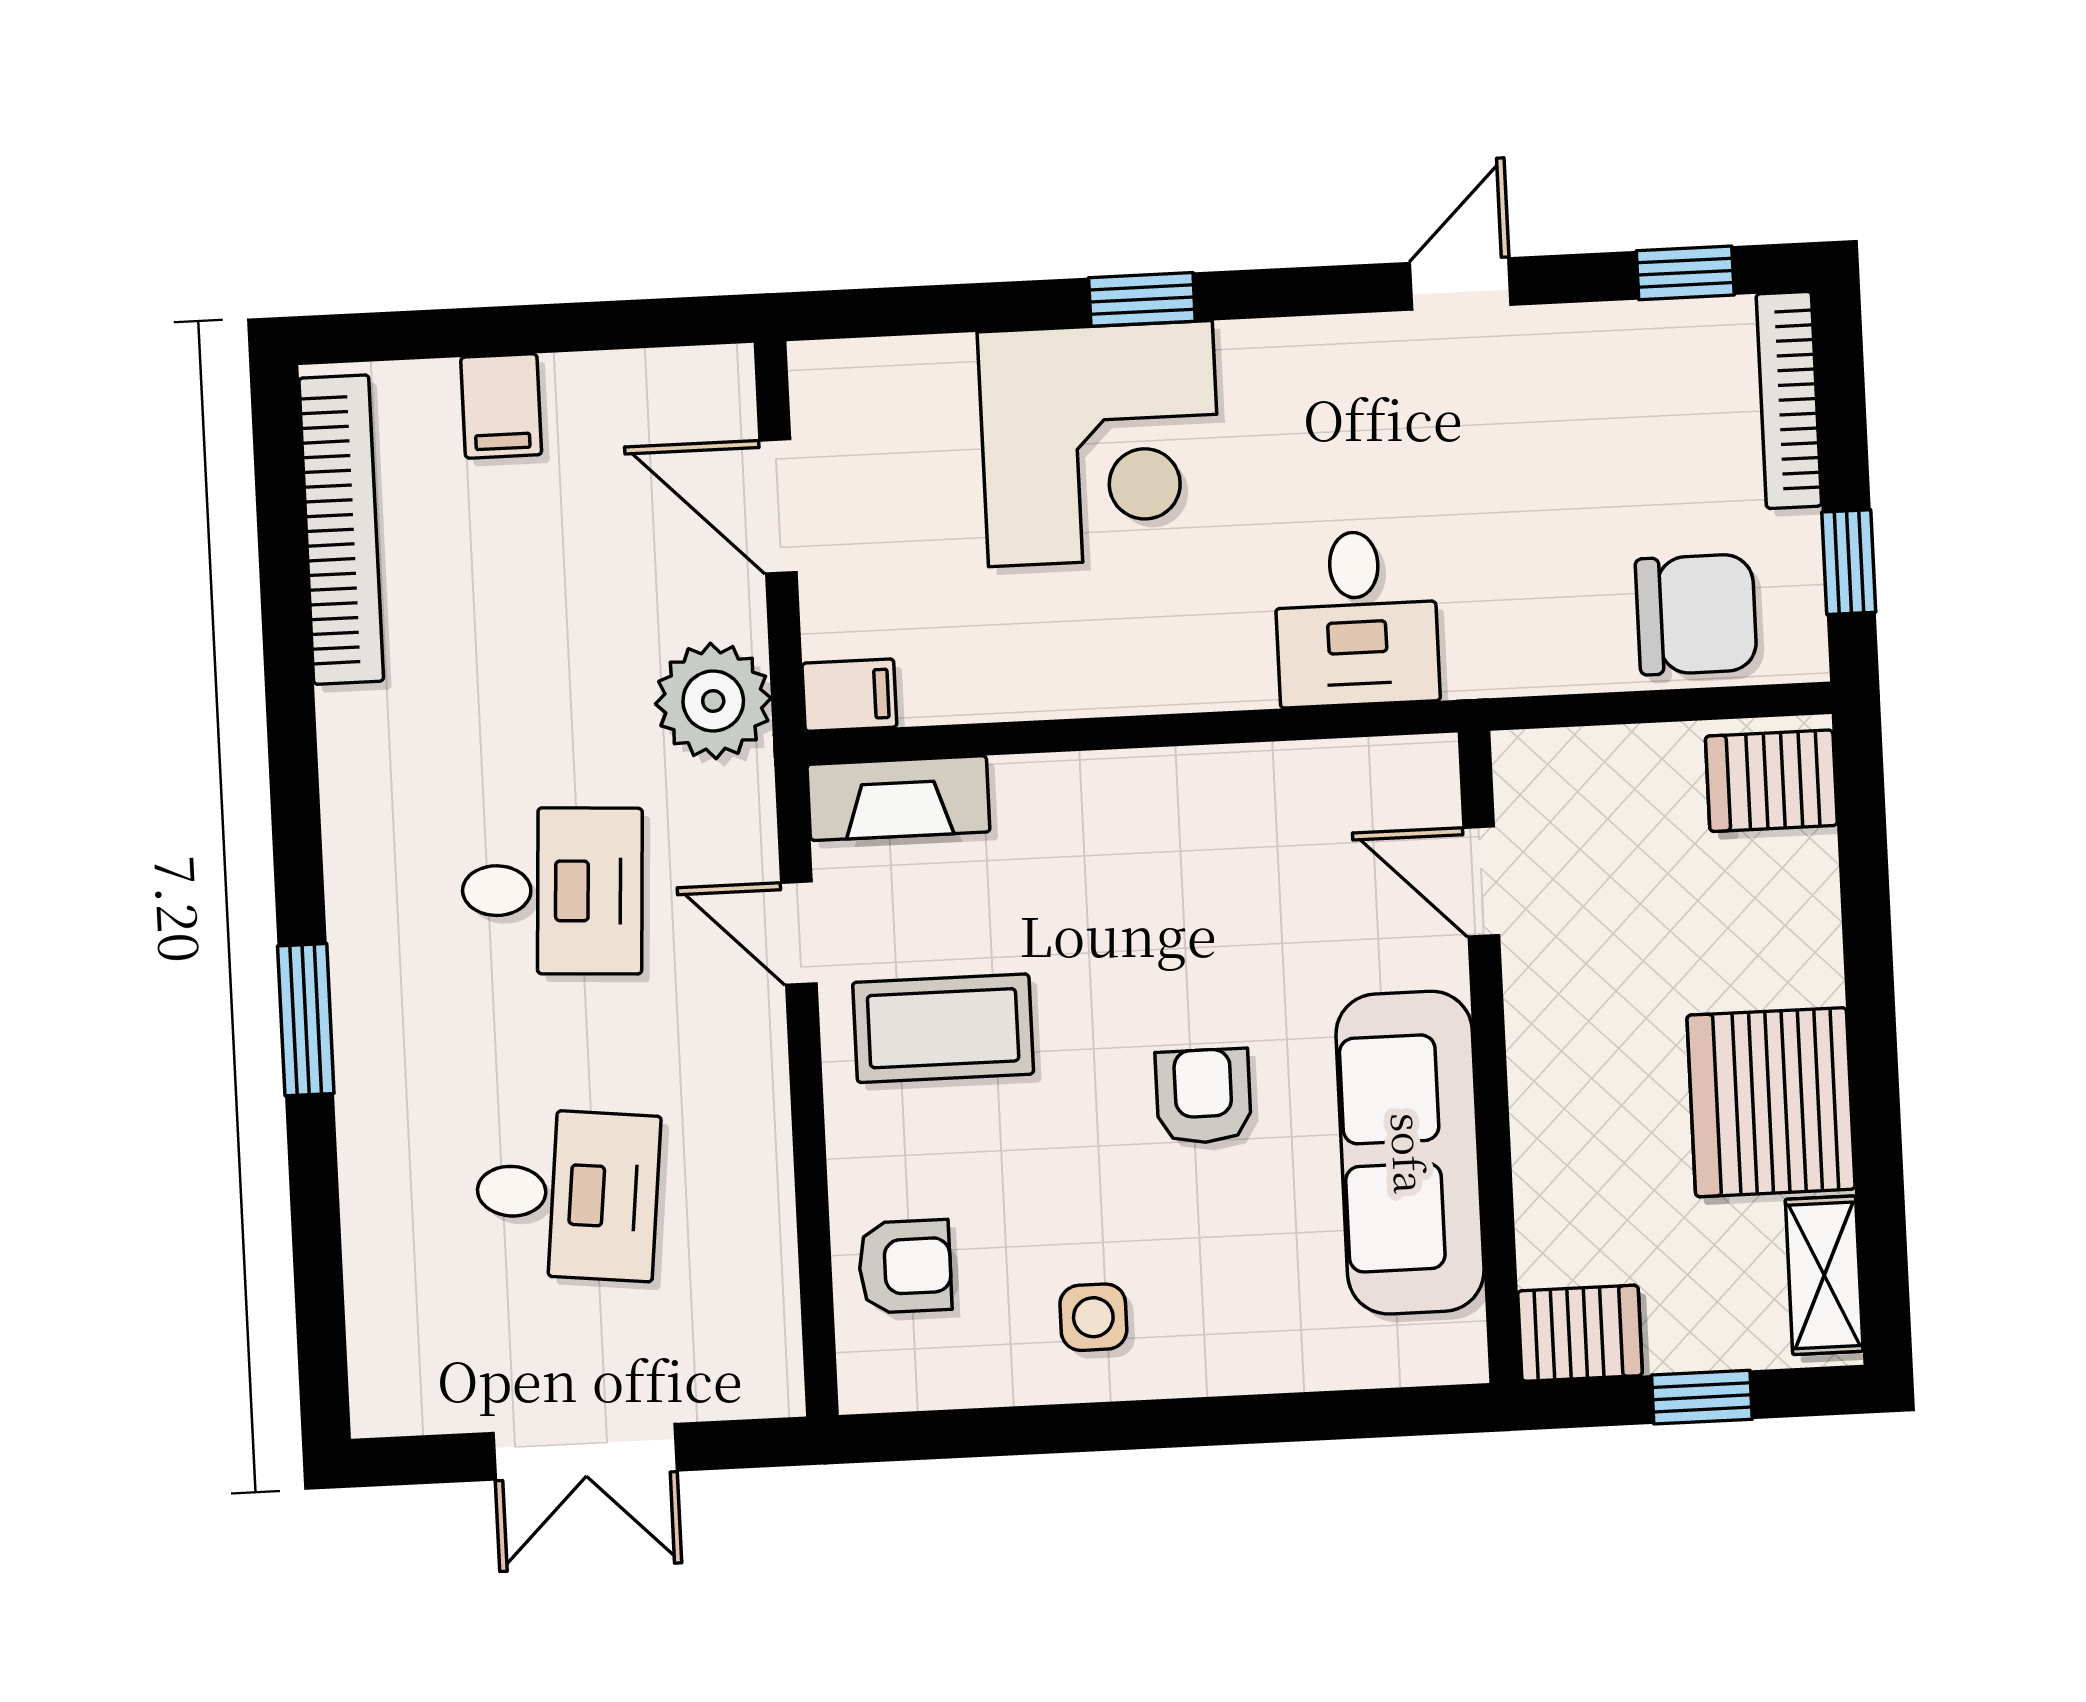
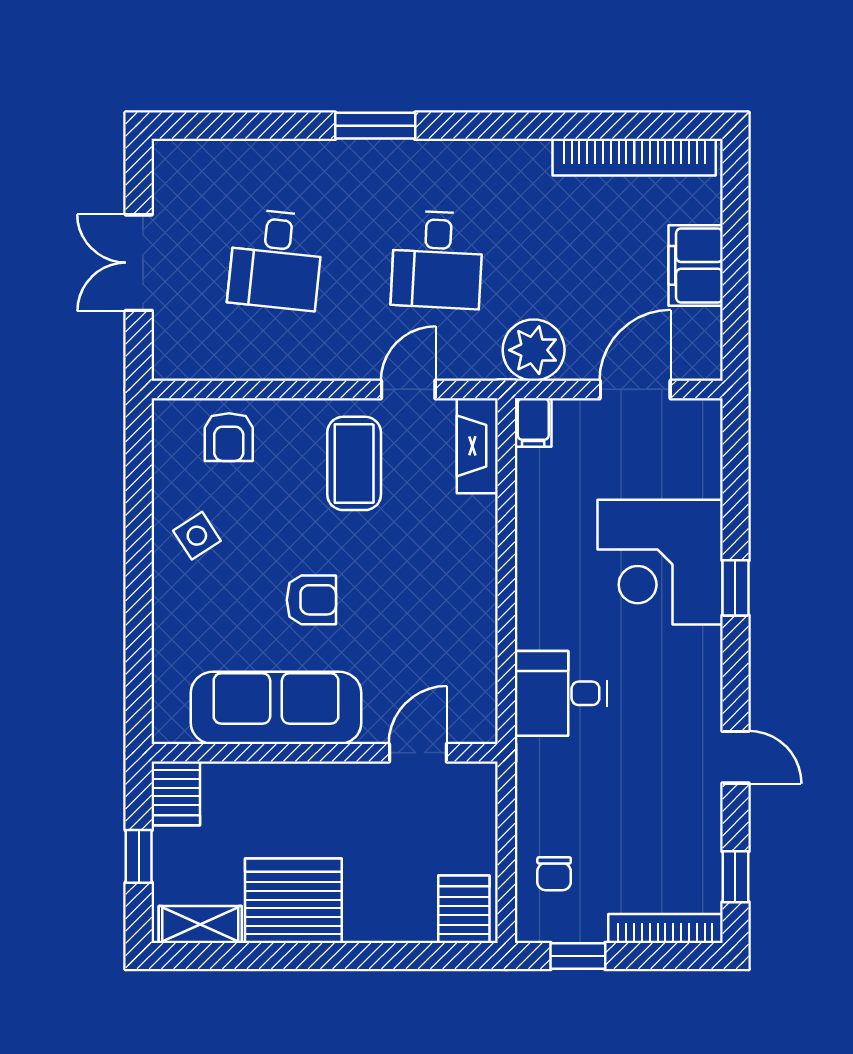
filing cabinet: (501, 406) -> (696, 265), width x2.00
chair: (1696, 614) -> (554, 874), width x0.54, depth x0.54
side table: (1093, 1317) -> (197, 536), turned -33

